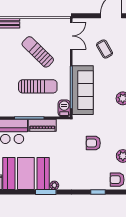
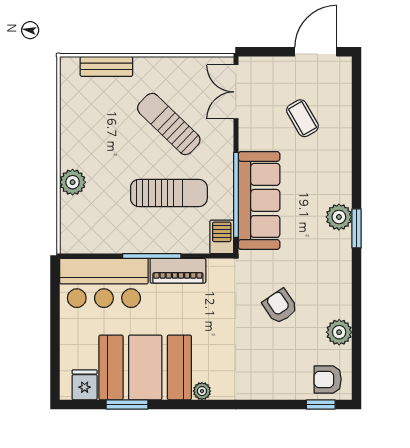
double door: (71, 36) -> (236, 92), swing flipped
armchair: (93, 143) -> (280, 306), turned 56
window: (46, 192) -> (127, 404), moved
window: (98, 192) -> (321, 404), moved

